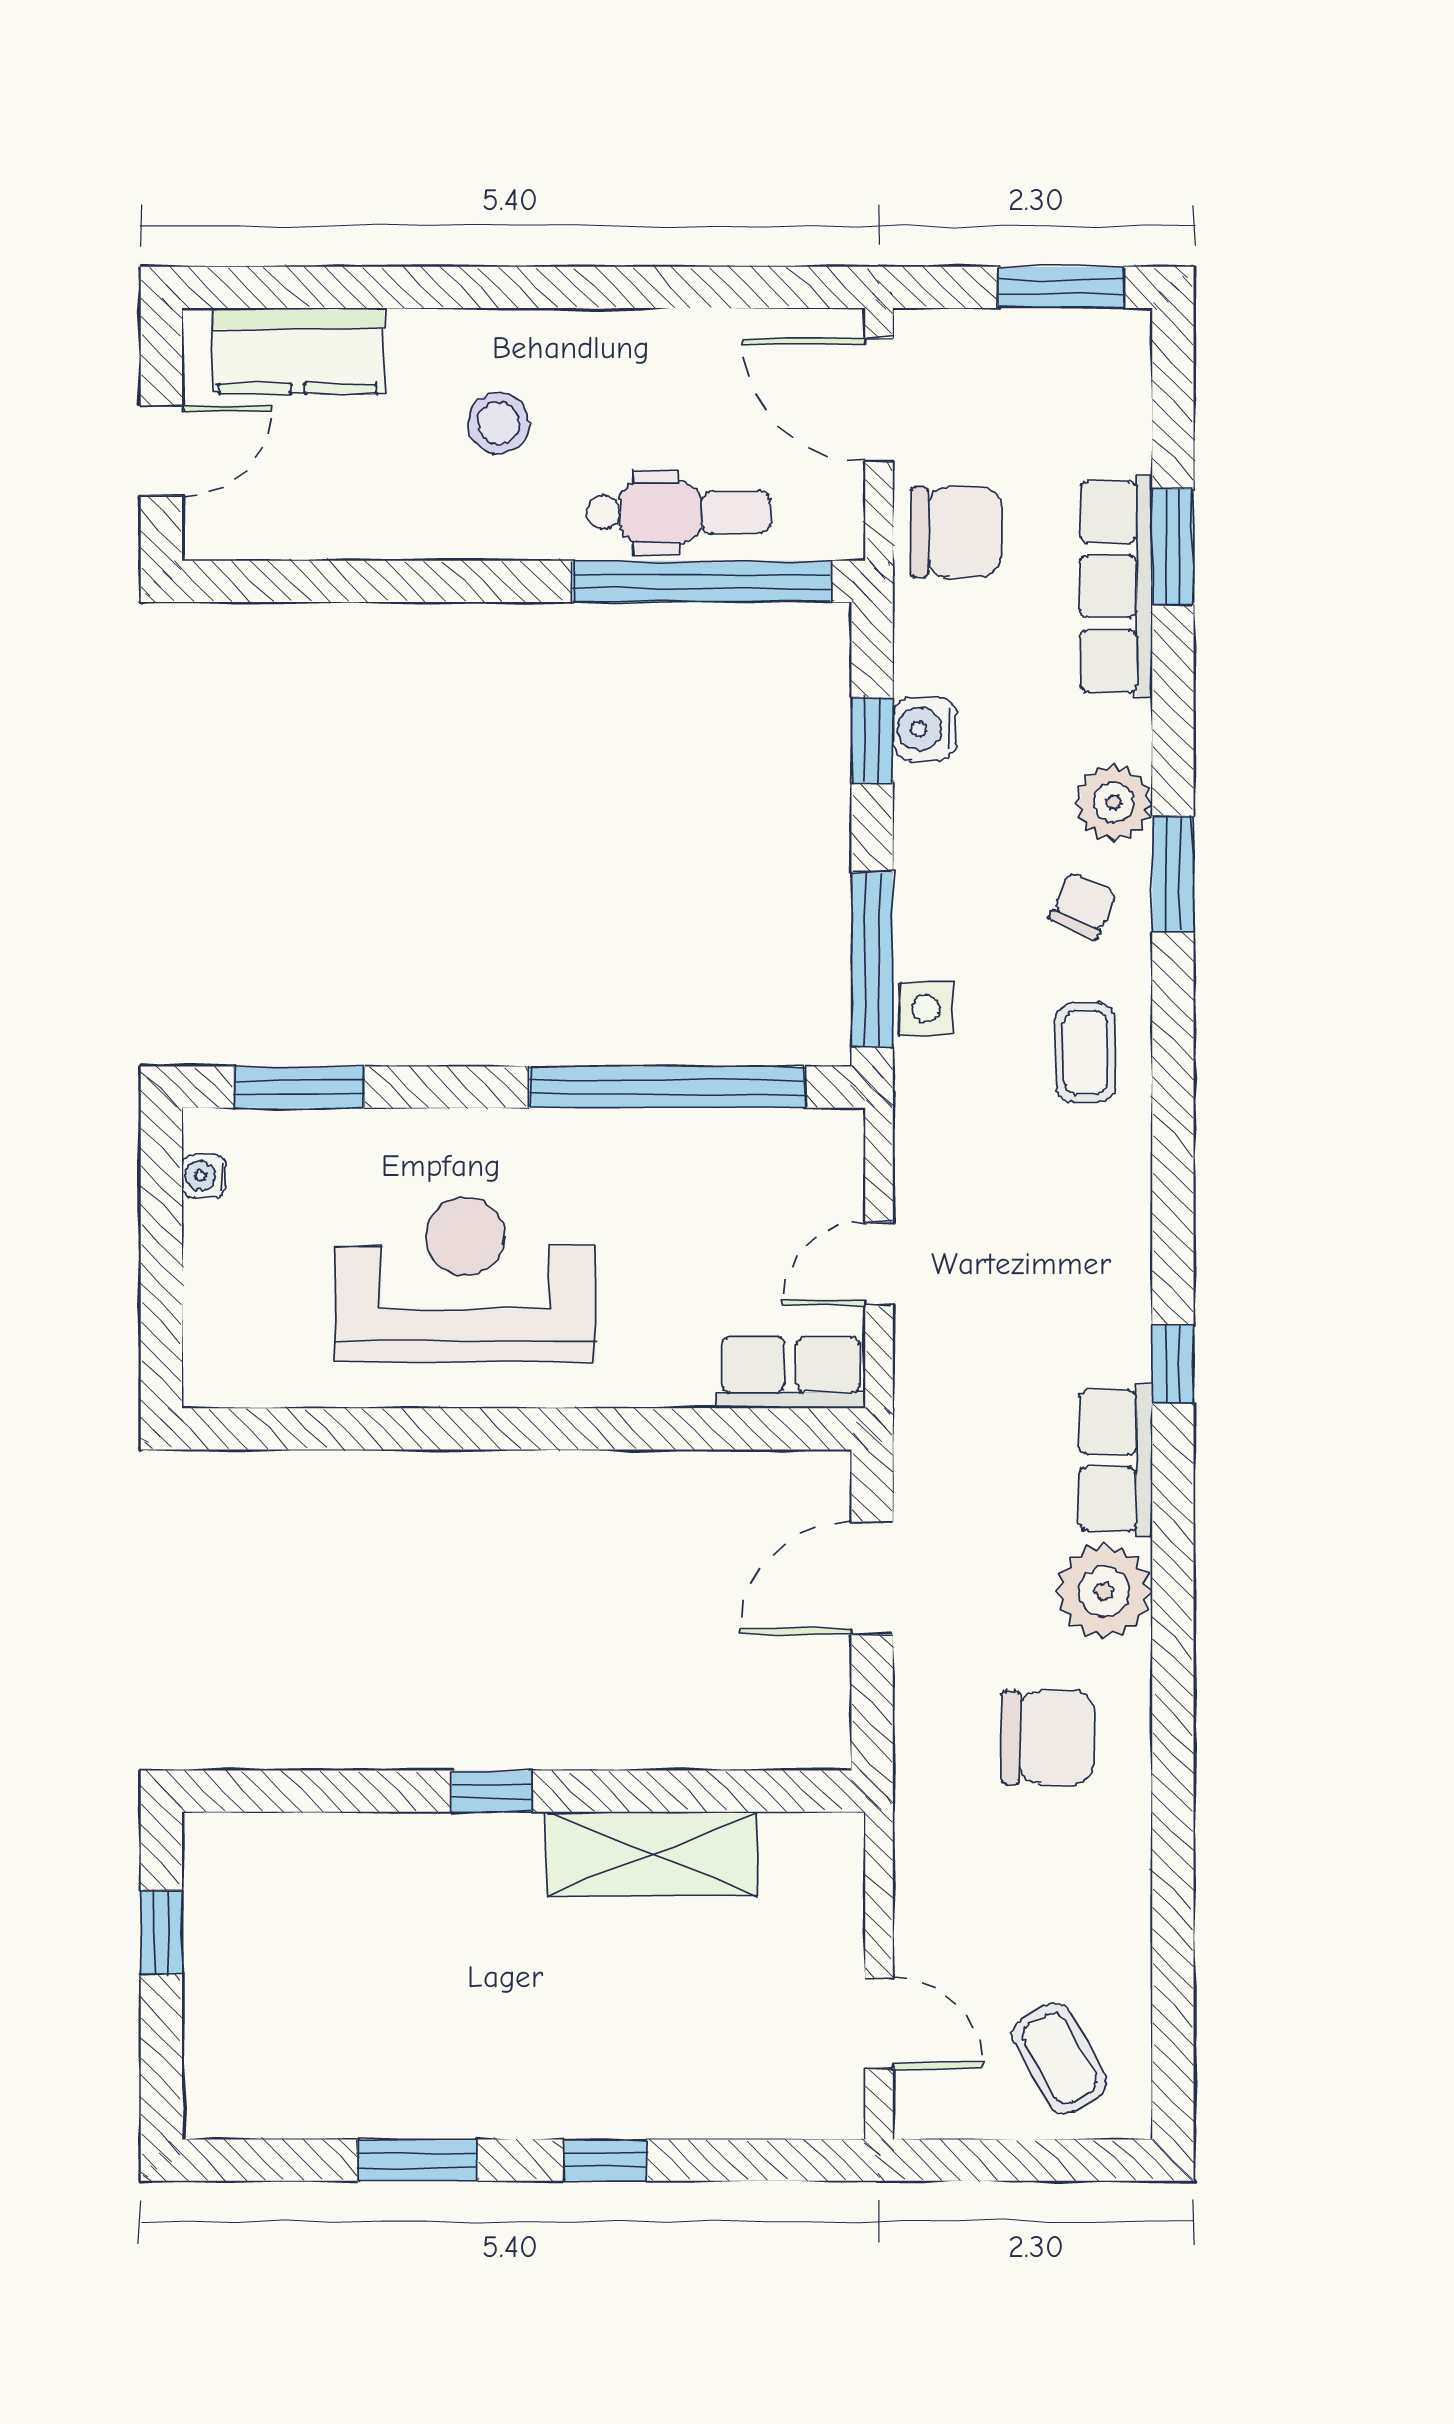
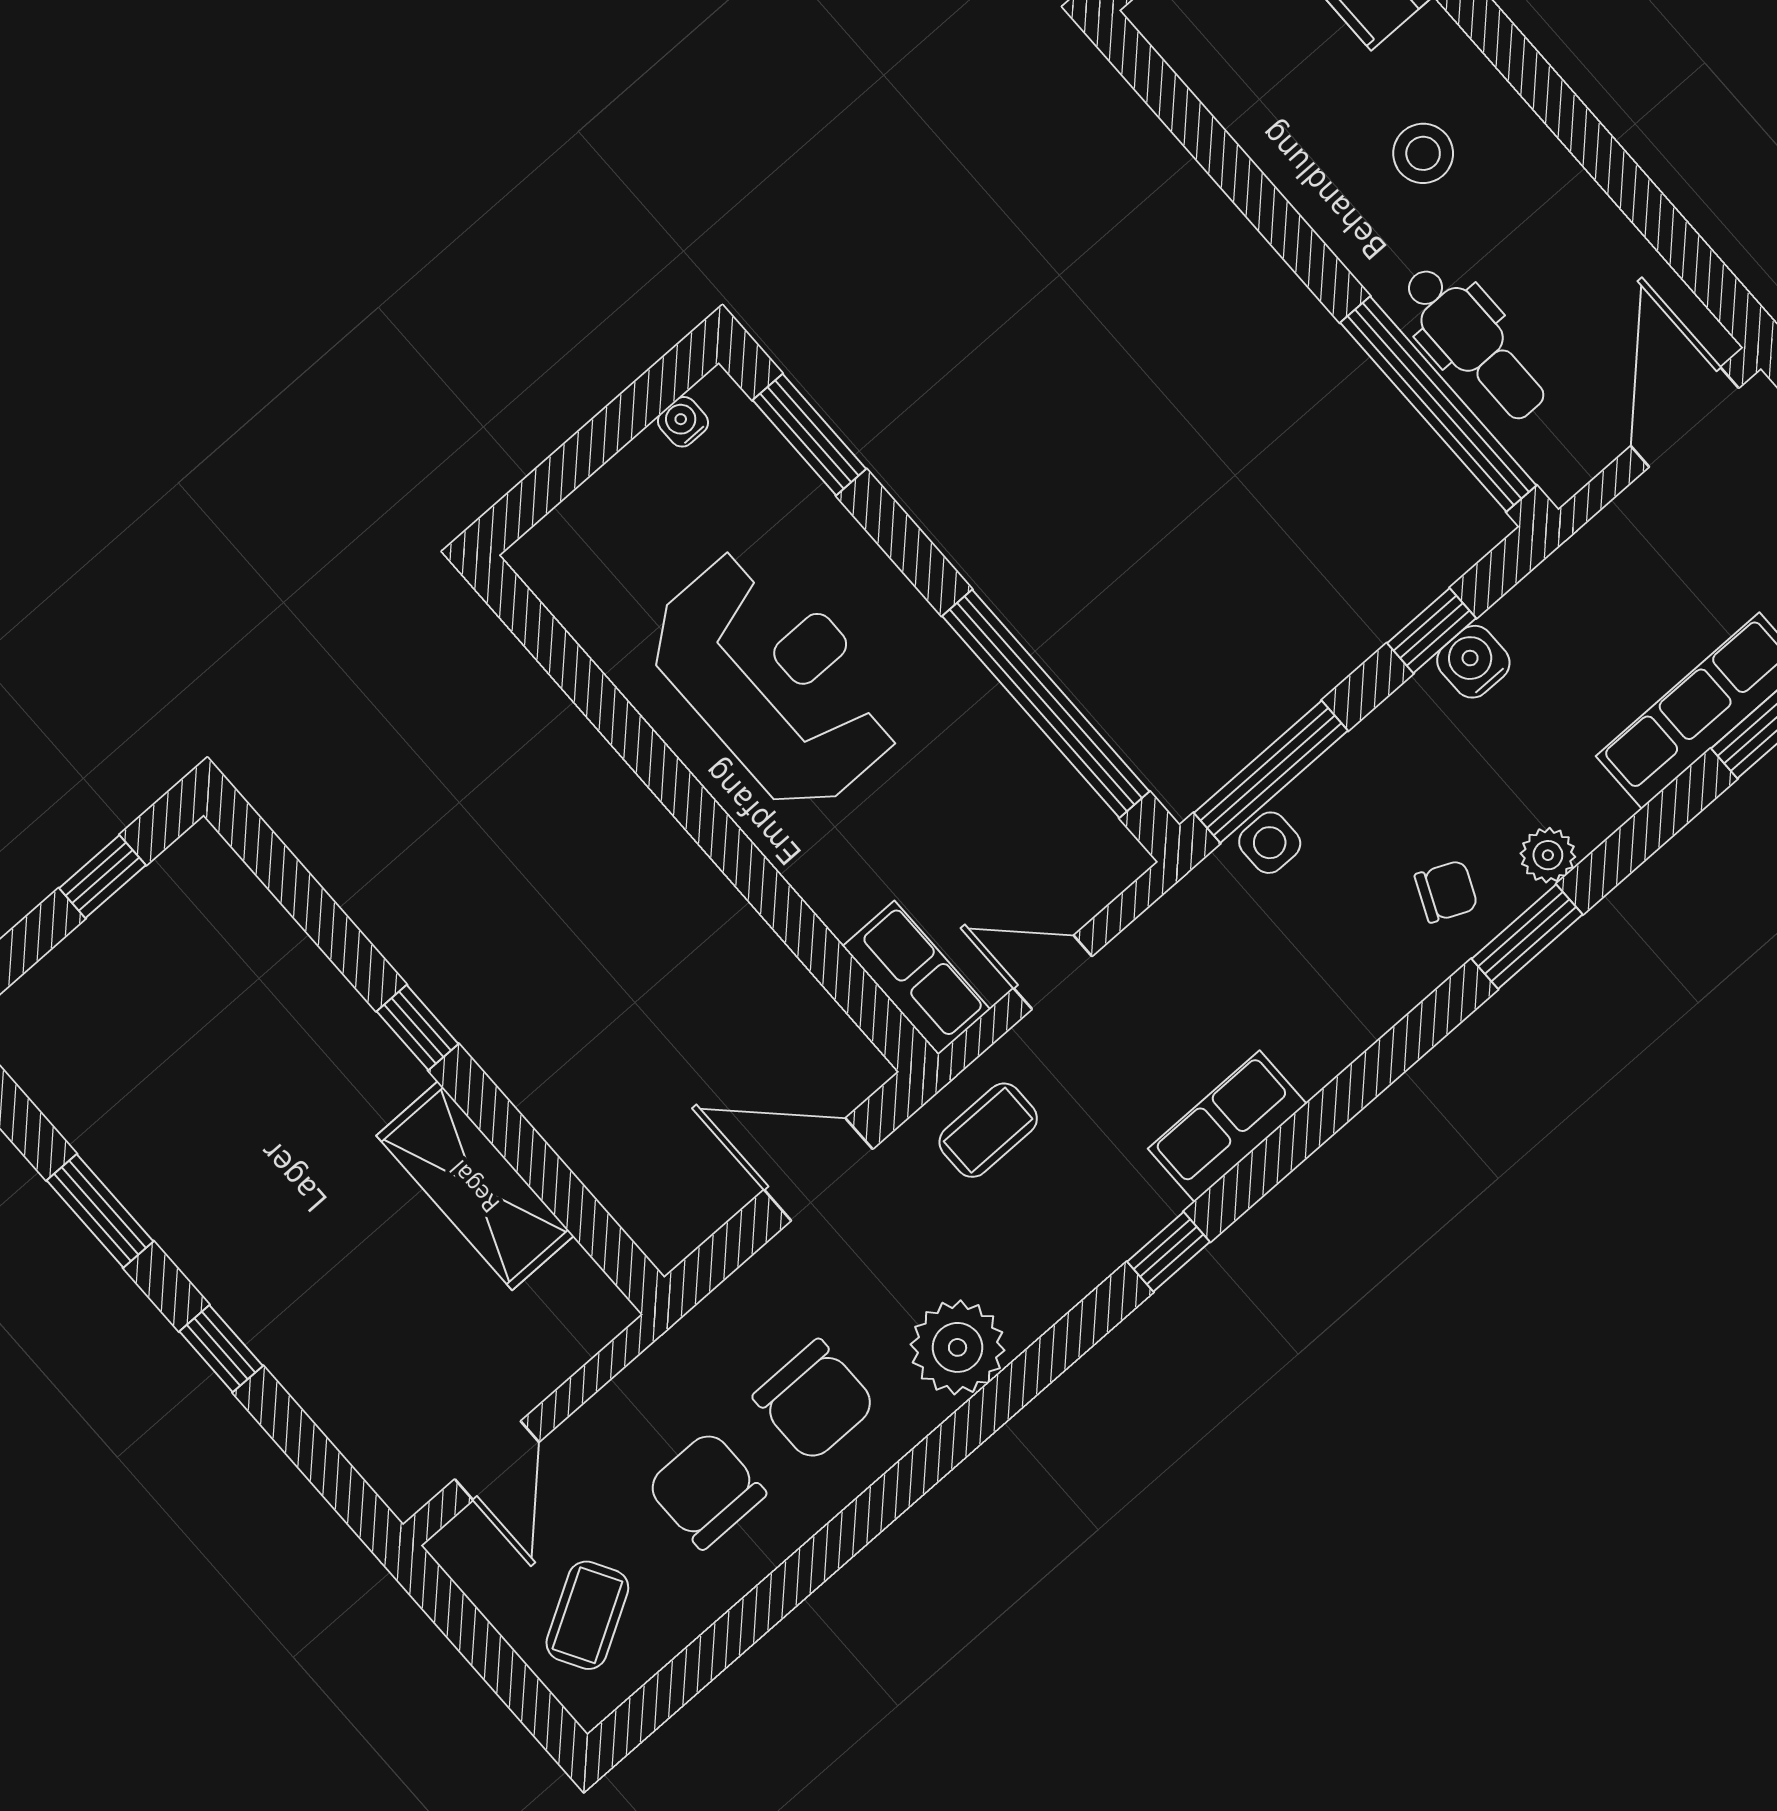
chair: (956, 532) -> (706, 1490), moved, turned 180
plant: (1114, 802) -> (1548, 855), width x0.73, depth x0.73
coffee table: (1086, 1052) -> (988, 1130), moved
row of seats: (1116, 1461) -> (1227, 1126), moved

